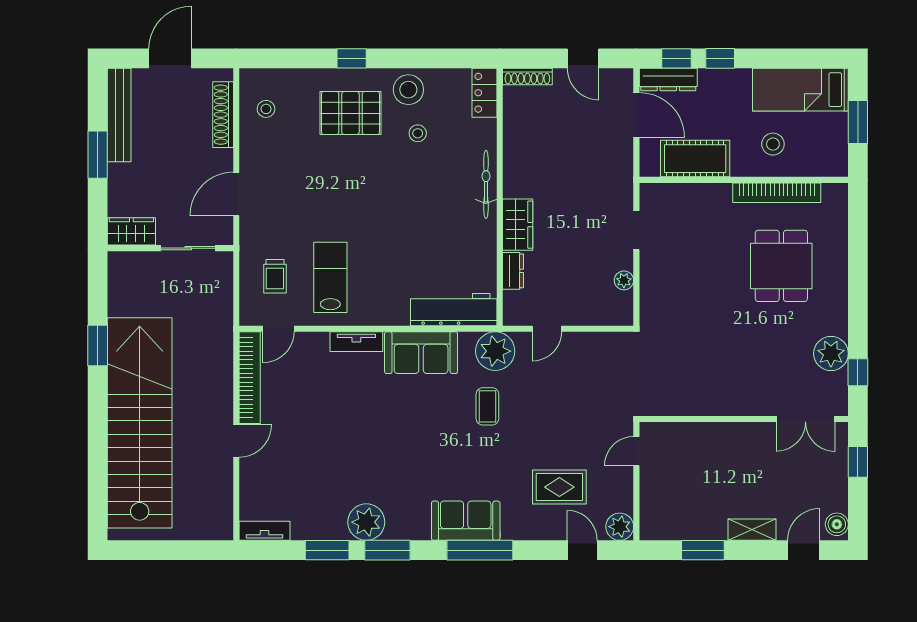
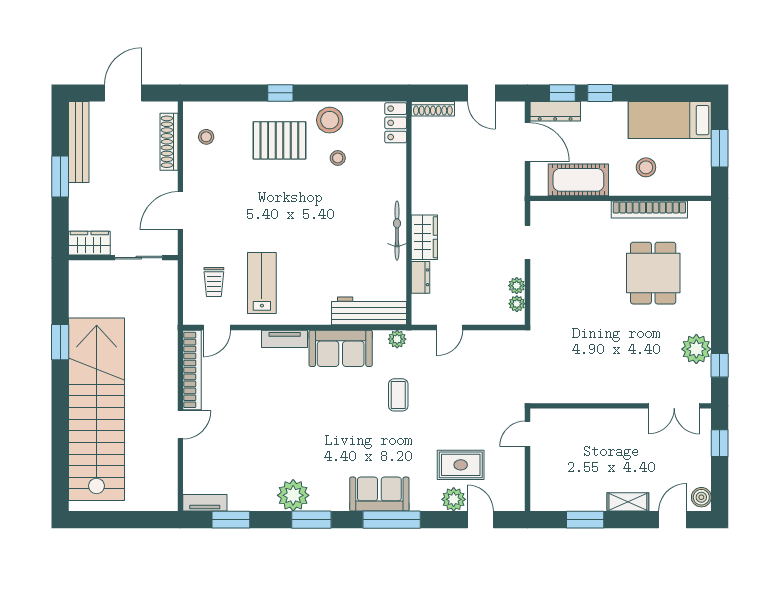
bicycle: (486, 184) -> (397, 231), moved
plant: (624, 301) -> (517, 304), added
plant: (495, 351) -> (397, 339), width x0.53, depth x0.53
plant: (620, 527) -> (454, 499), moved
window: (327, 550) -> (231, 520), moved

